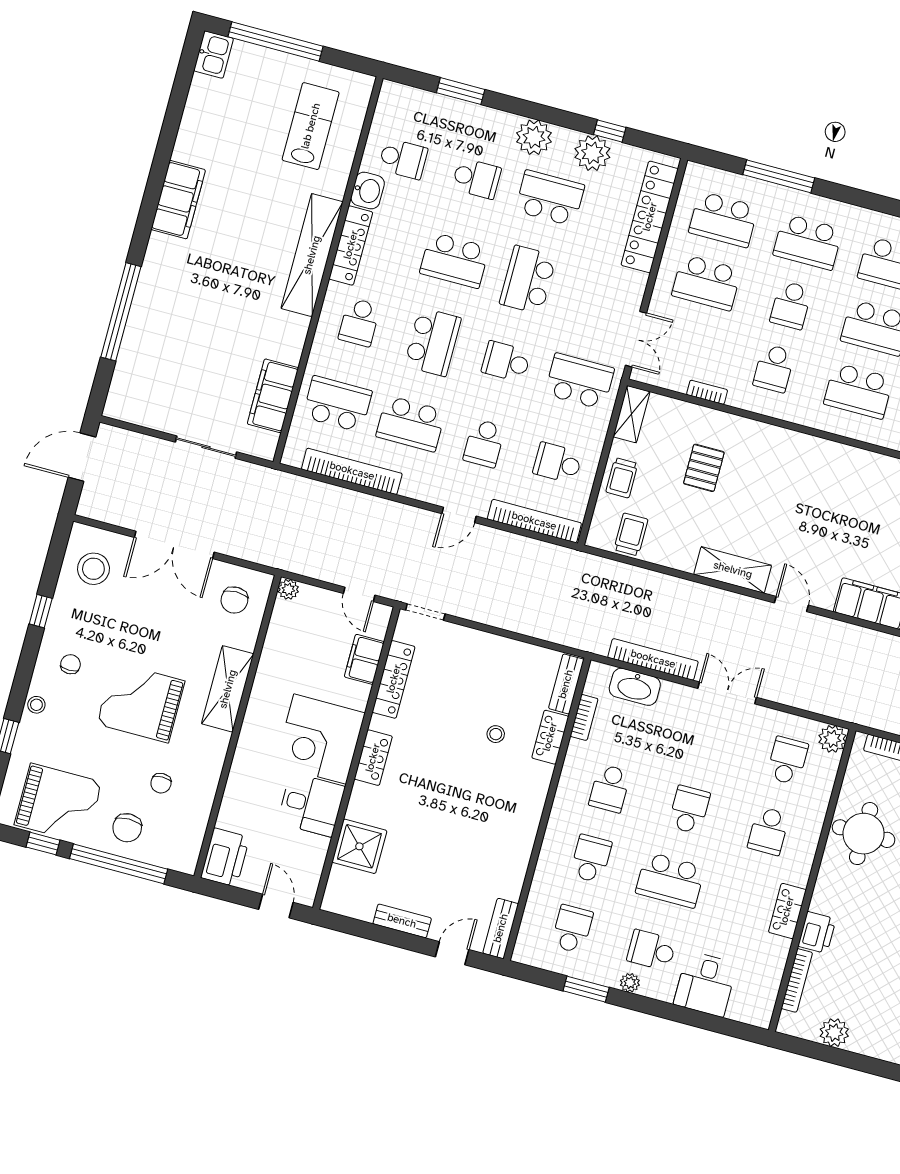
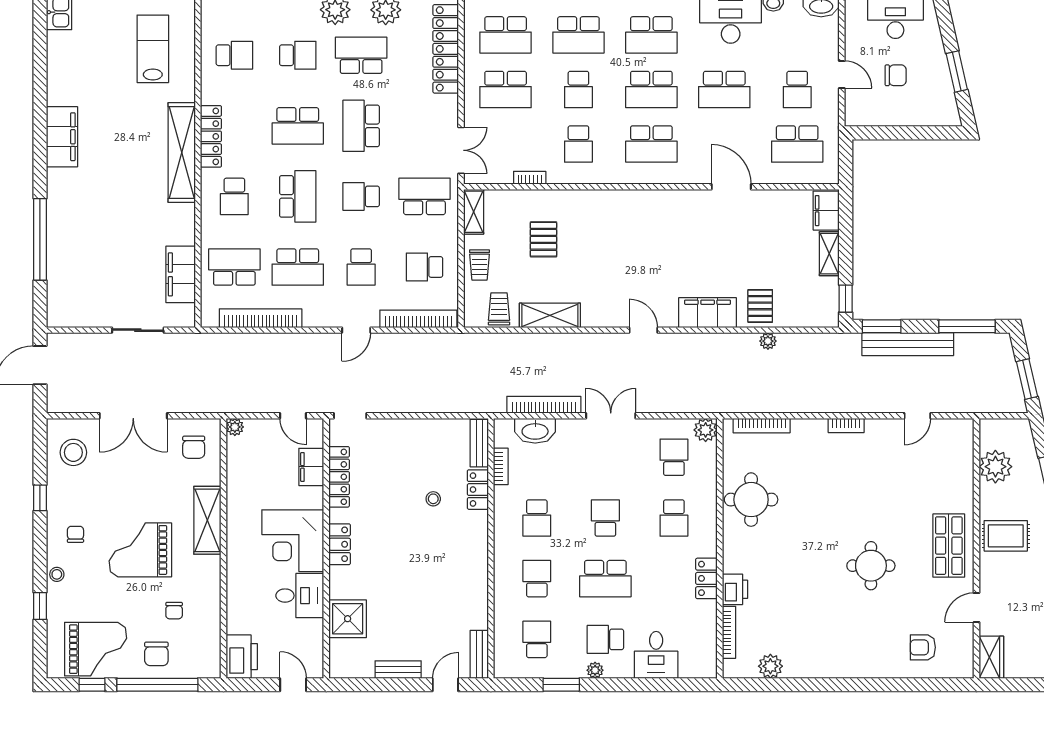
washbasin: (368, 190) -> (213, 88), removed
shelving: (733, 570) -> (550, 315), moved

